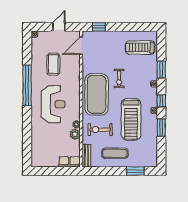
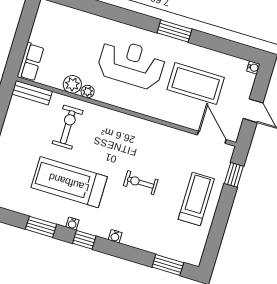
treadmill: (140, 48) -> (196, 199), moved
coffee table: (53, 64) -> (196, 83), width x1.36, depth x1.32
window: (161, 70) -> (168, 265), moved
window: (27, 85) -> (174, 31), width x0.47
exercise mat: (97, 94) -> (126, 139), removed
reception desk: (53, 104) -> (131, 64), turned 180
exercise mat: (115, 153) -> (22, 140), removed

